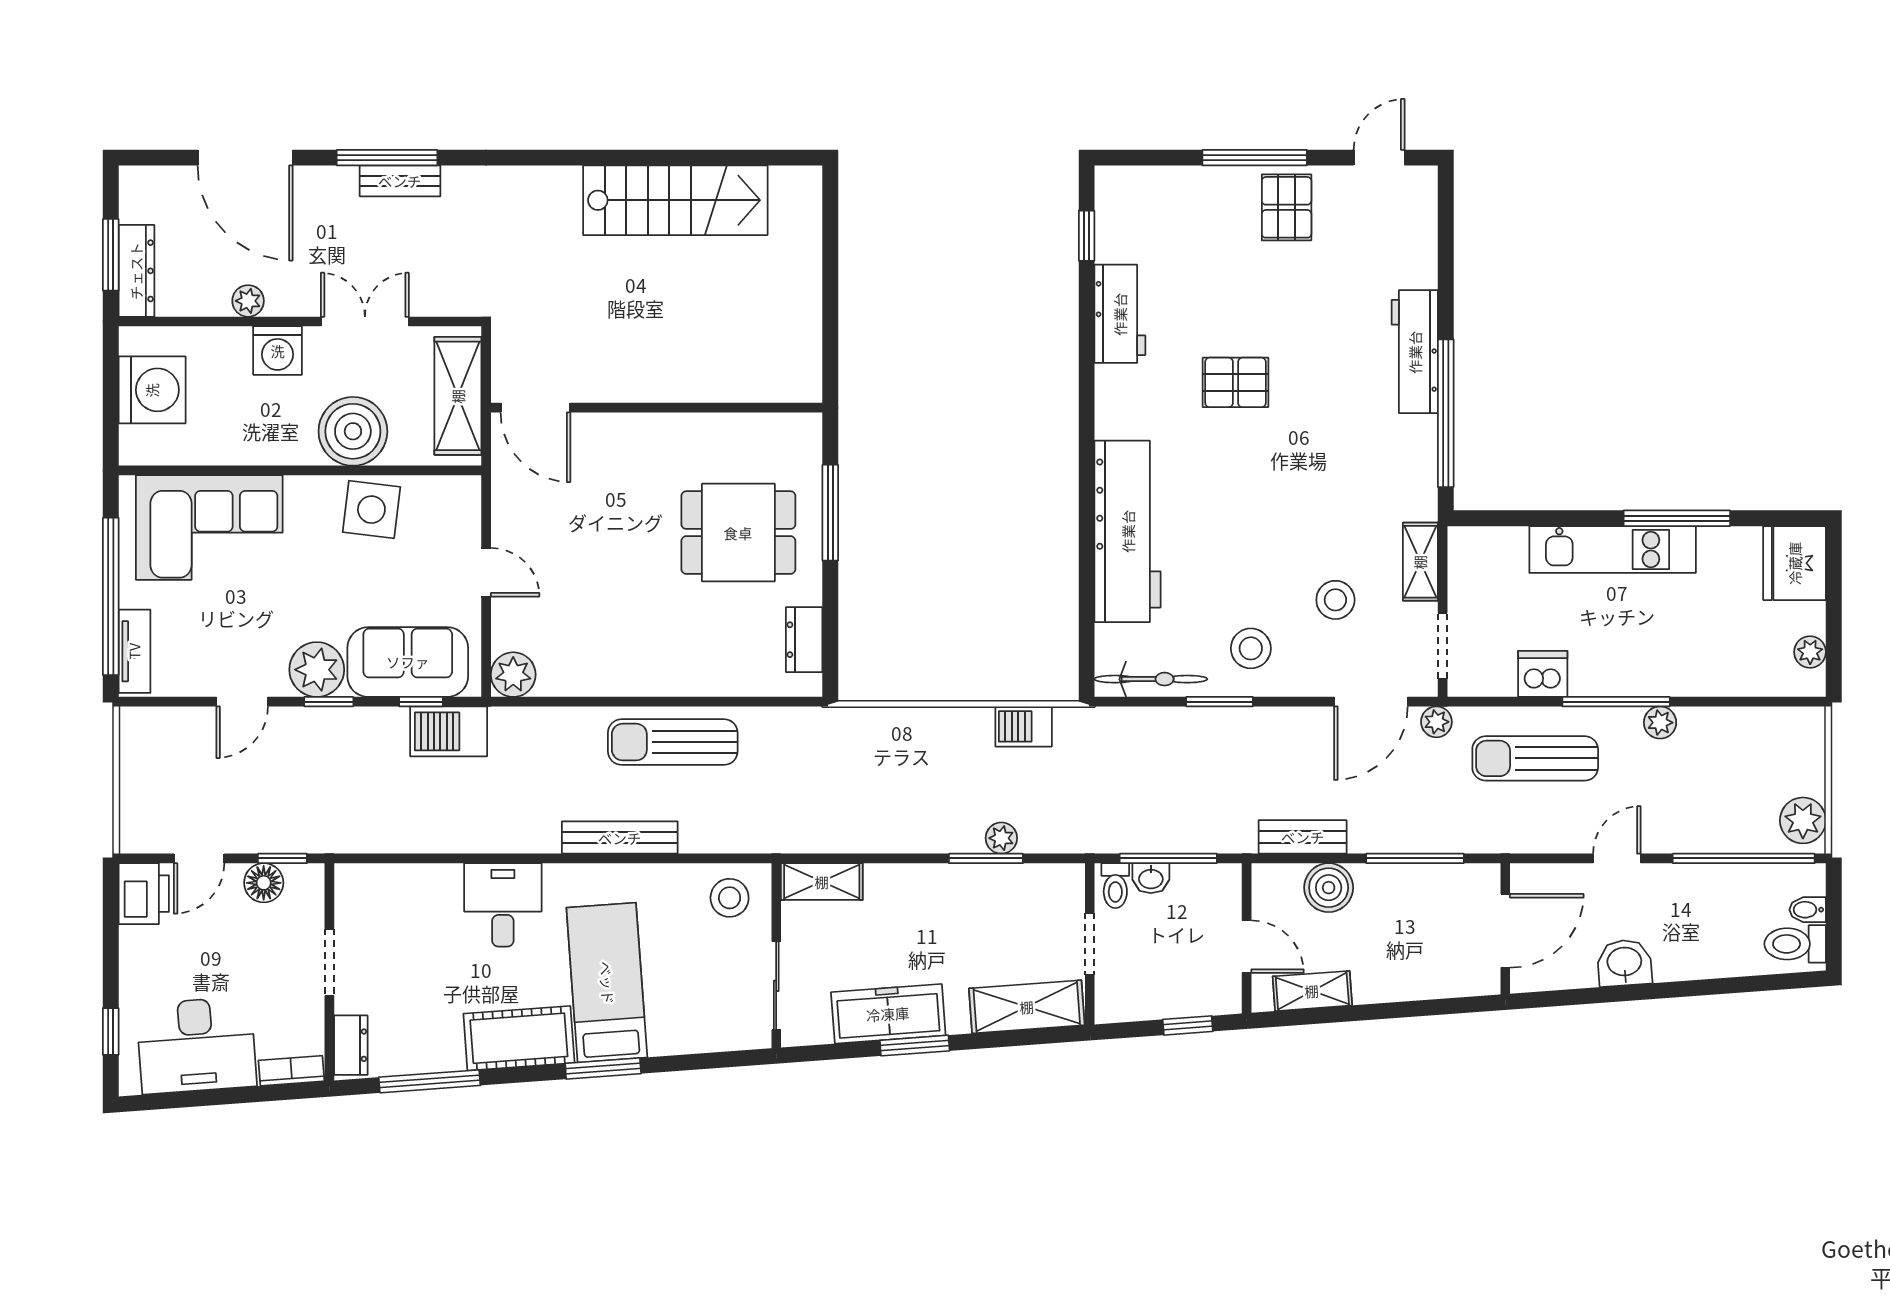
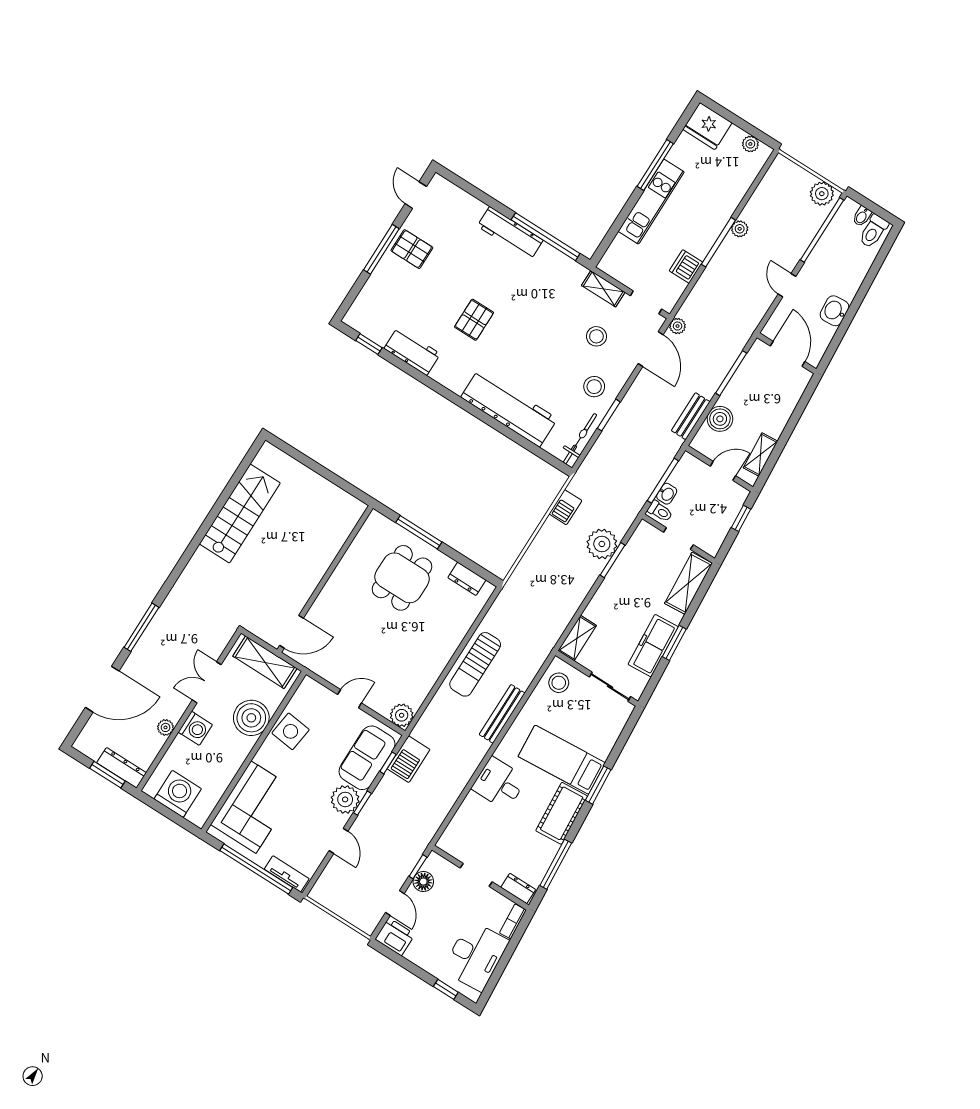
bench: (400, 181) -> (155, 628), removed
sun lounger: (1535, 758) -> (721, 293), removed
plant: (1001, 838) -> (602, 544), width x1.88, depth x1.88

